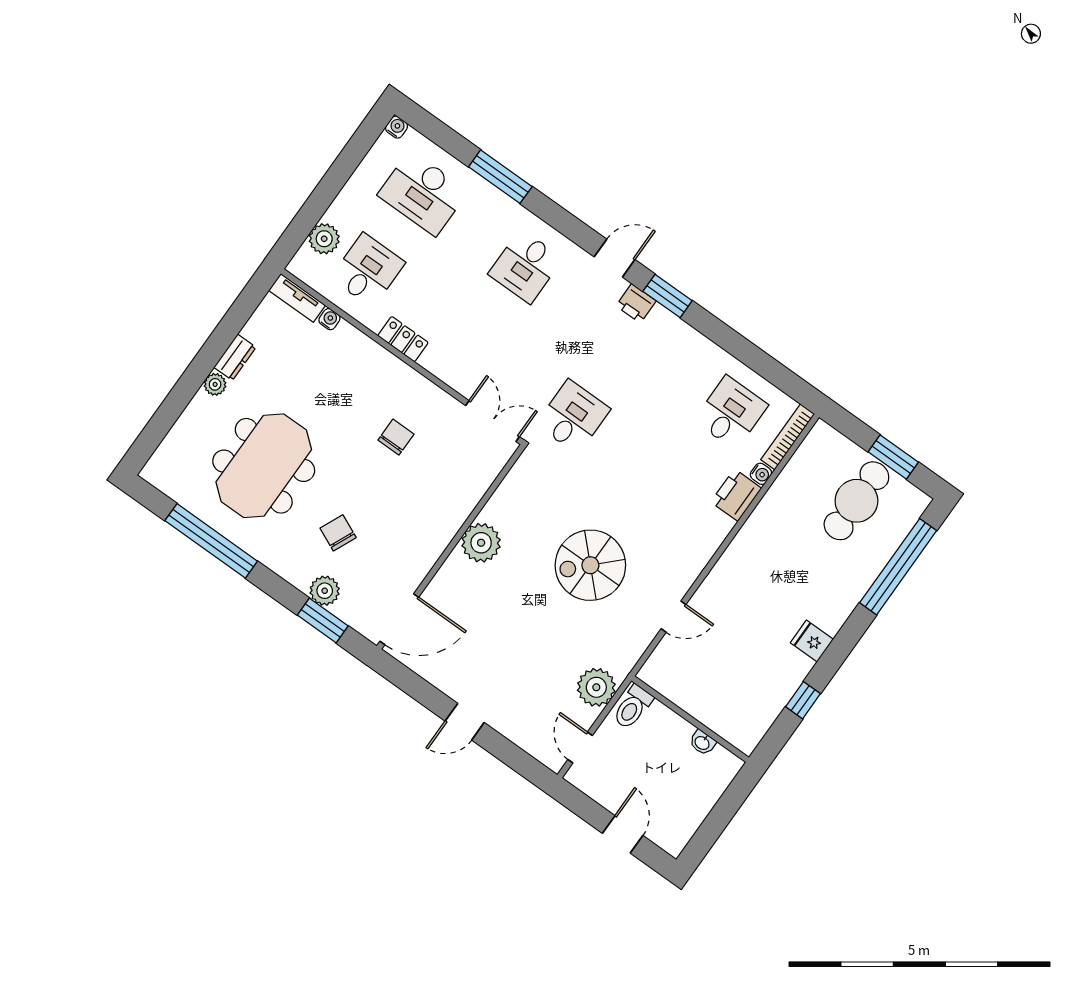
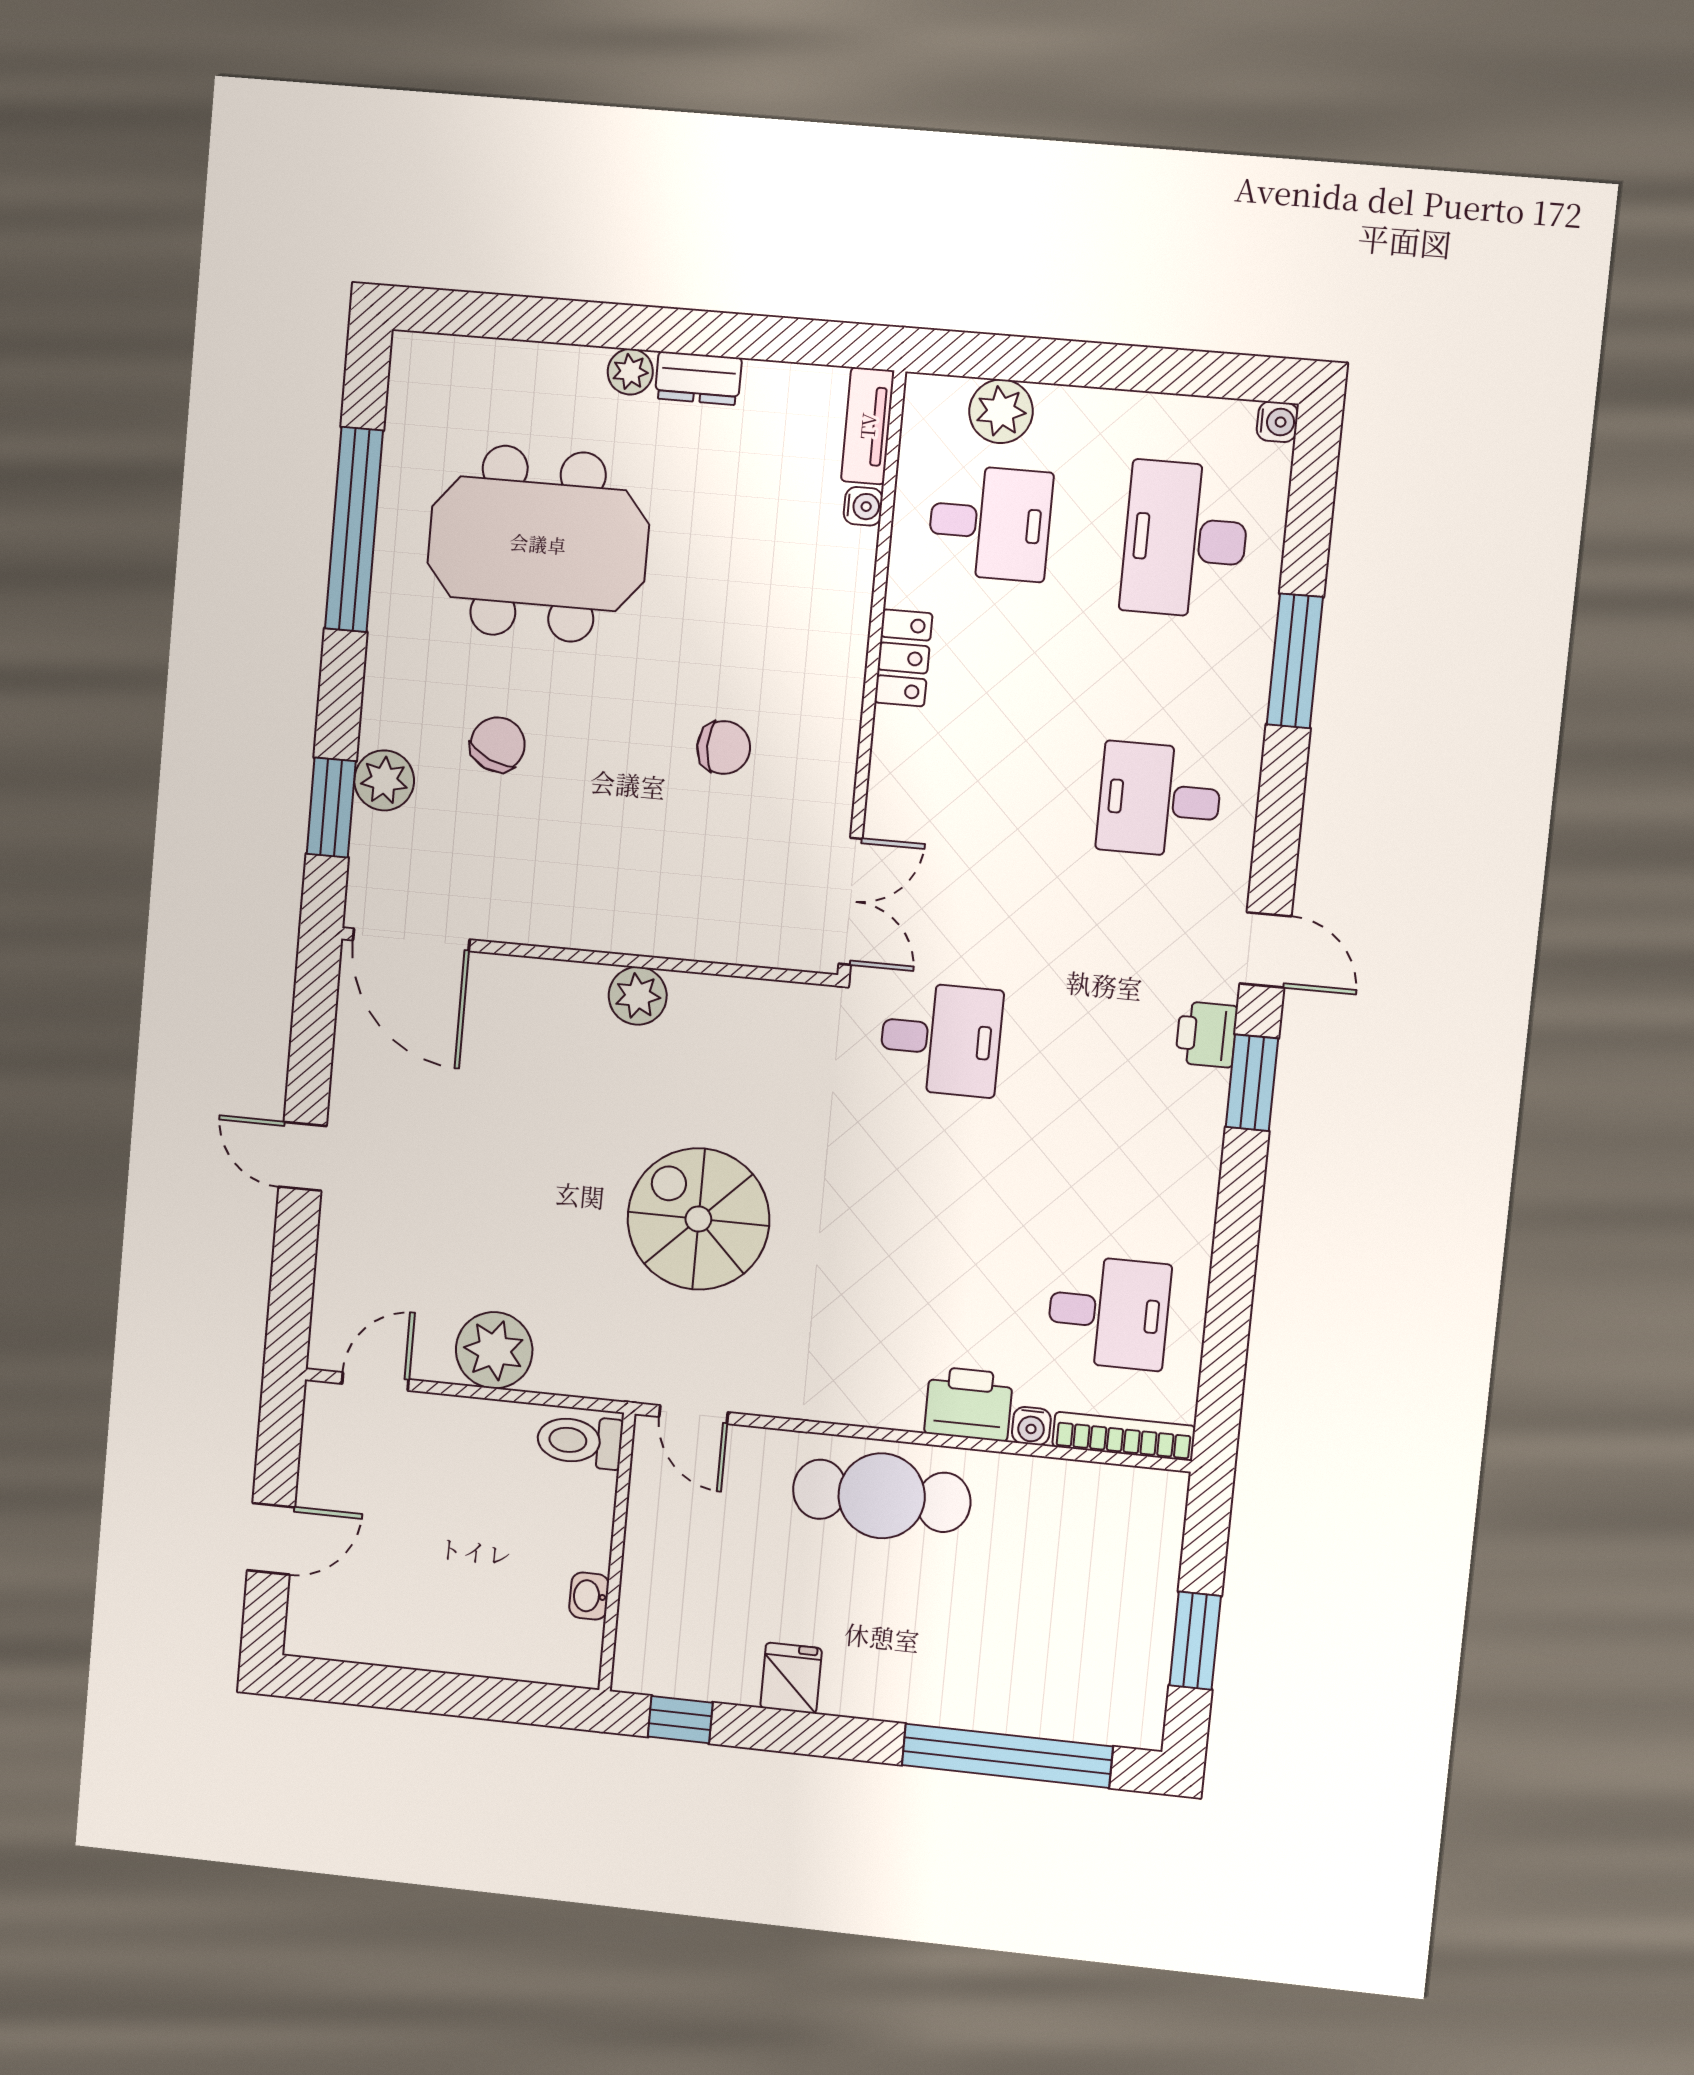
cafe table: (856, 501) -> (882, 1496), moved
plant: (481, 543) -> (638, 996), width x0.73, depth x0.73
toilet: (633, 707) -> (580, 1441), moved
wall: (690, 719) -> (617, 1552), moved
washbasin: (702, 743) -> (589, 1596), moved

